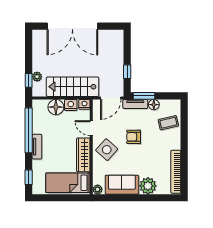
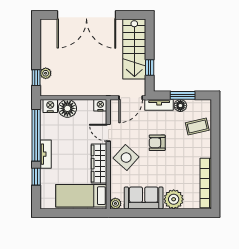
stairs: (73, 87) -> (134, 49), moved, turned -90
window: (144, 96) -> (183, 95), moved
nightstand: (71, 105) -> (50, 106), moved
window: (29, 177) -> (36, 177), moved

